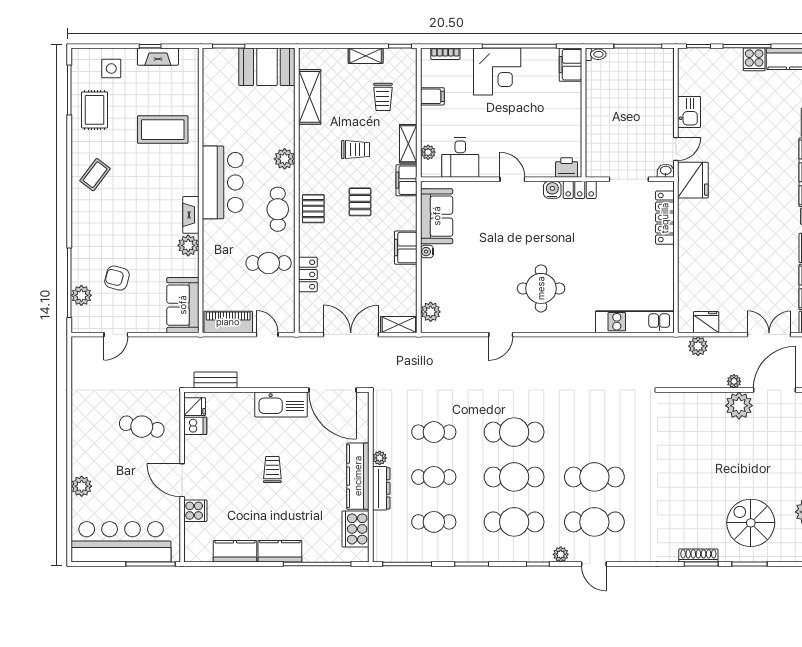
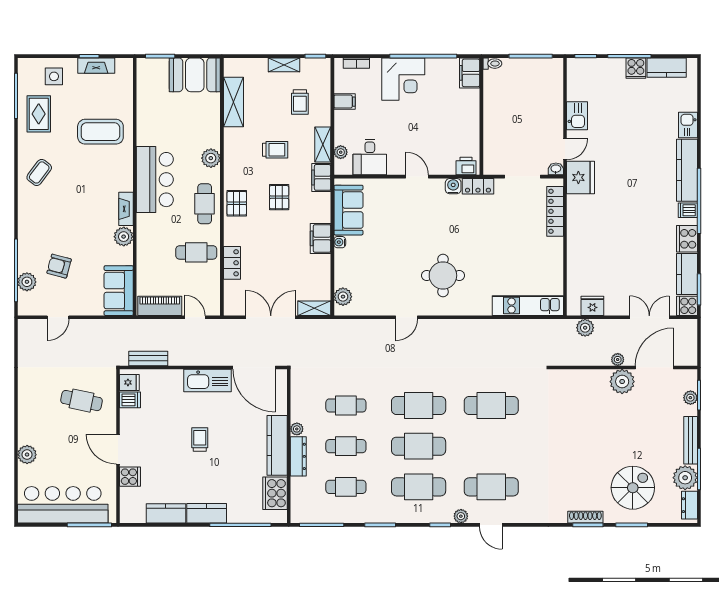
cafe table: (594, 477) -> (491, 405), moved
spiral stairs: (751, 523) -> (633, 488), turned 90

